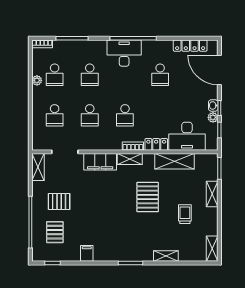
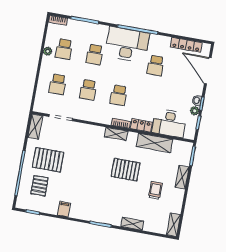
desk: (124, 53) -> (127, 45), width x1.36, depth x1.30
filing cabinet: (100, 162) -> (90, 132), removed
pallet: (148, 197) -> (126, 170), turned 90
pallet: (59, 202) -> (48, 160), width x1.50, depth x1.42

